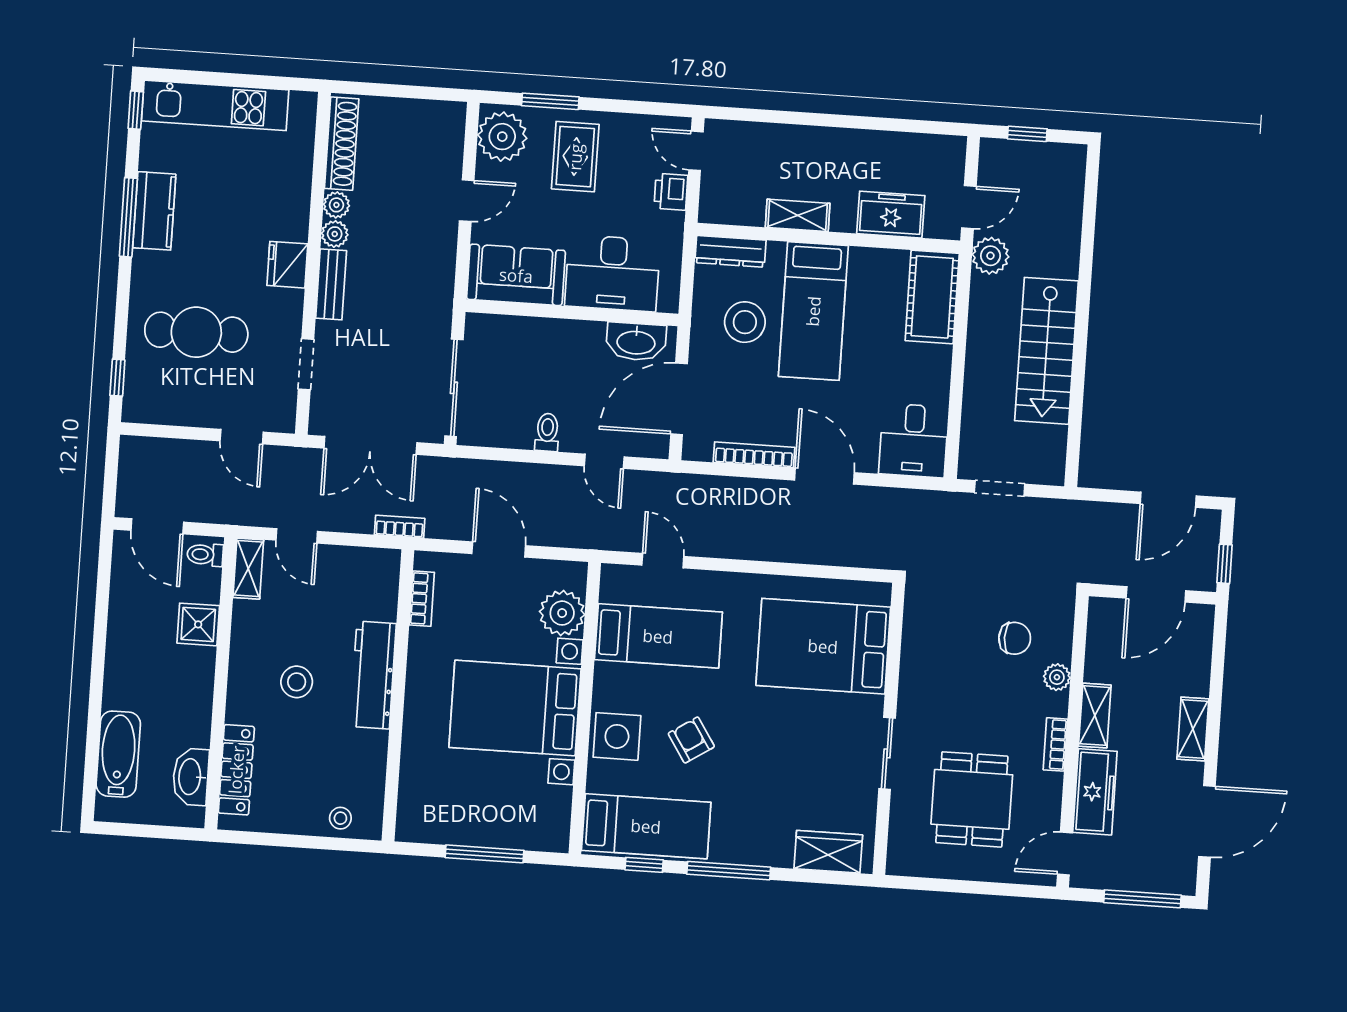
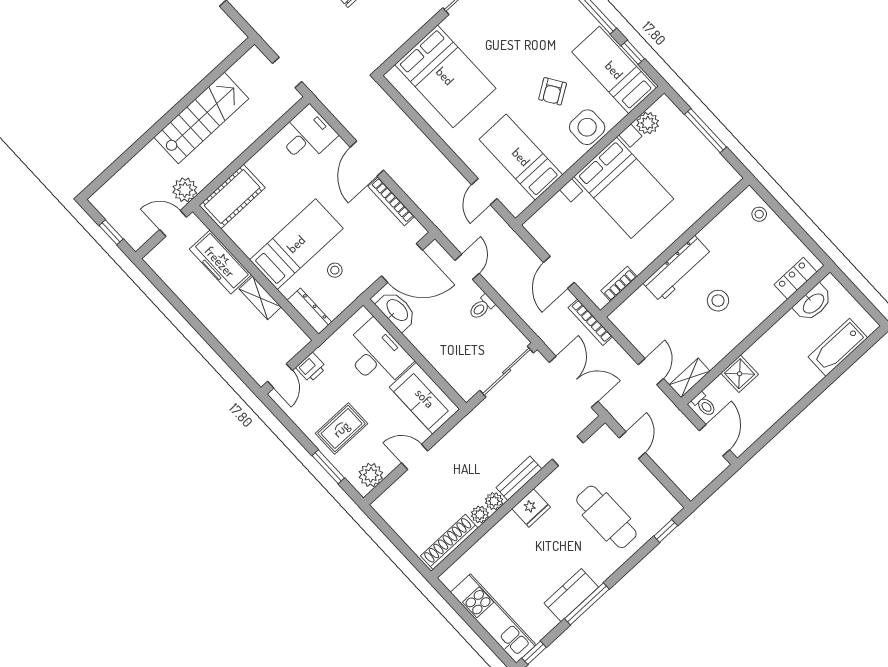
plant: (502, 137) -> (371, 475), width x0.73, depth x0.73
freezer: (891, 215) -> (220, 262), width x1.40
stool: (745, 322) -> (335, 270), width x0.53, depth x0.53
bookcase: (400, 527) -> (590, 322), width x1.56
plant: (562, 613) -> (648, 123), moved, width x0.73, depth x0.73
locker: (236, 770) -> (795, 278), width x0.66

